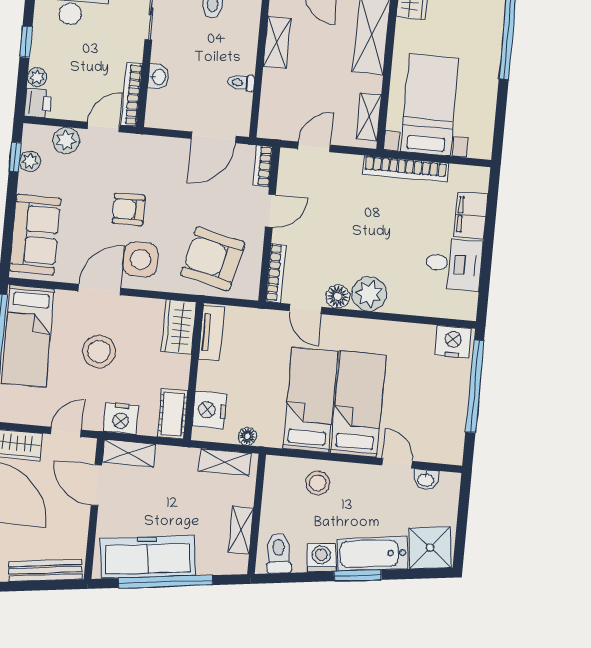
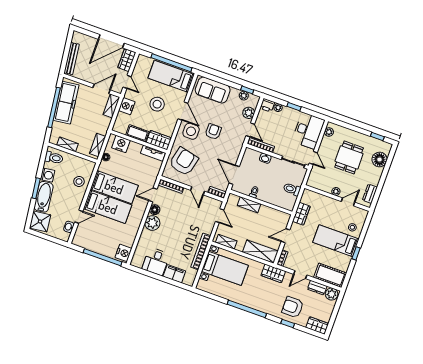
shelving: (277, 42) -> (249, 205), moved
cot: (173, 414) -> (137, 133), moved

